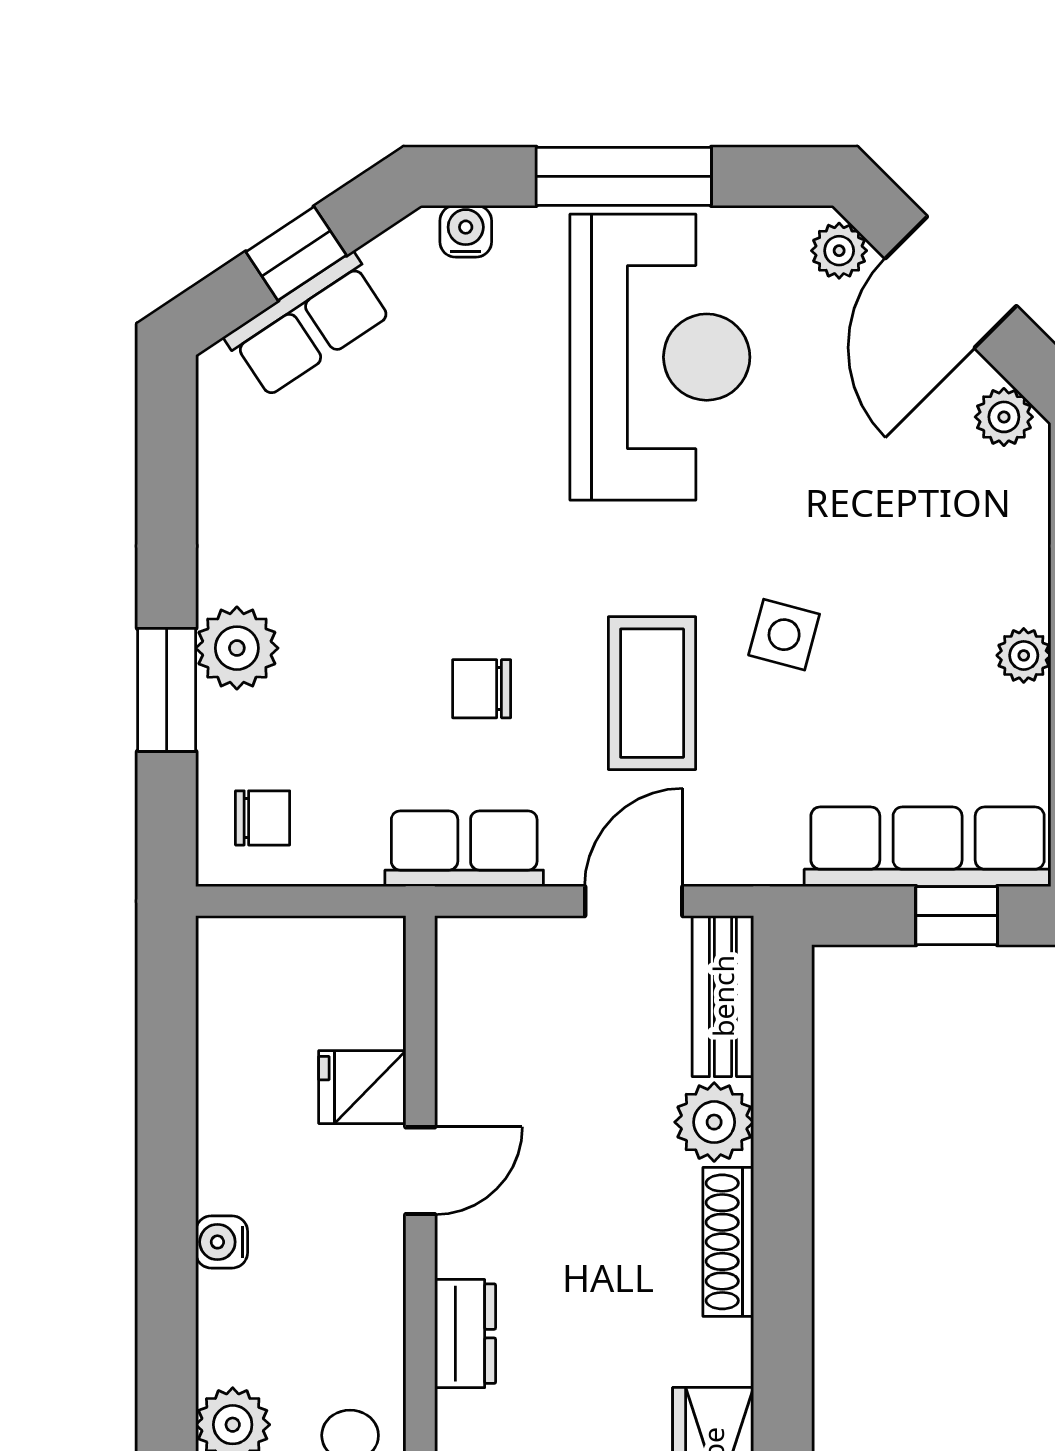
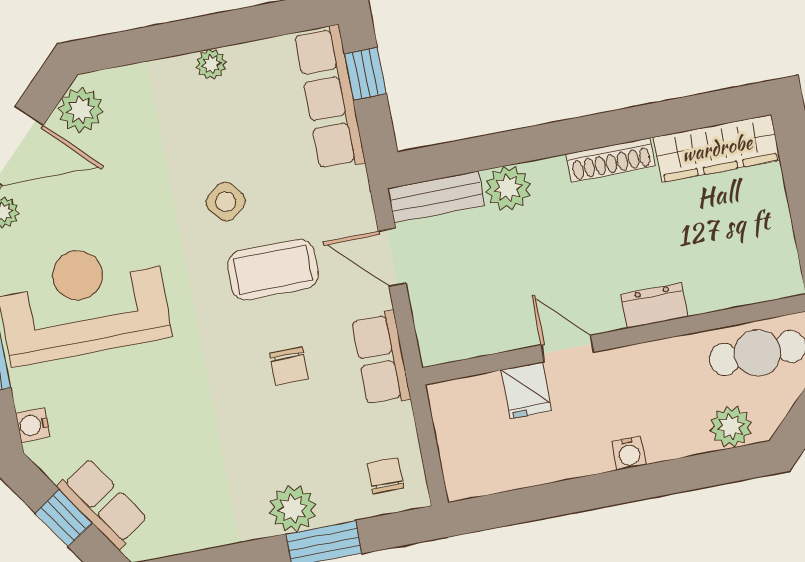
plant: (1004, 417) -> (81, 110), width x1.38, depth x1.38
side table: (784, 635) -> (226, 202), turned 36
shoe rack: (728, 1242) -> (611, 160), moved

